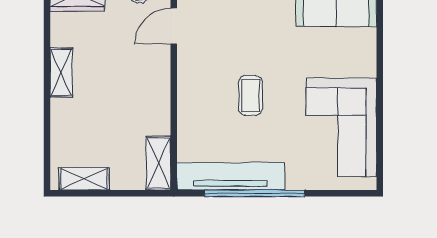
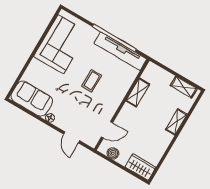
shelving: (61, 73) -> (176, 122), moved
shelving: (158, 163) -> (138, 92), moved

